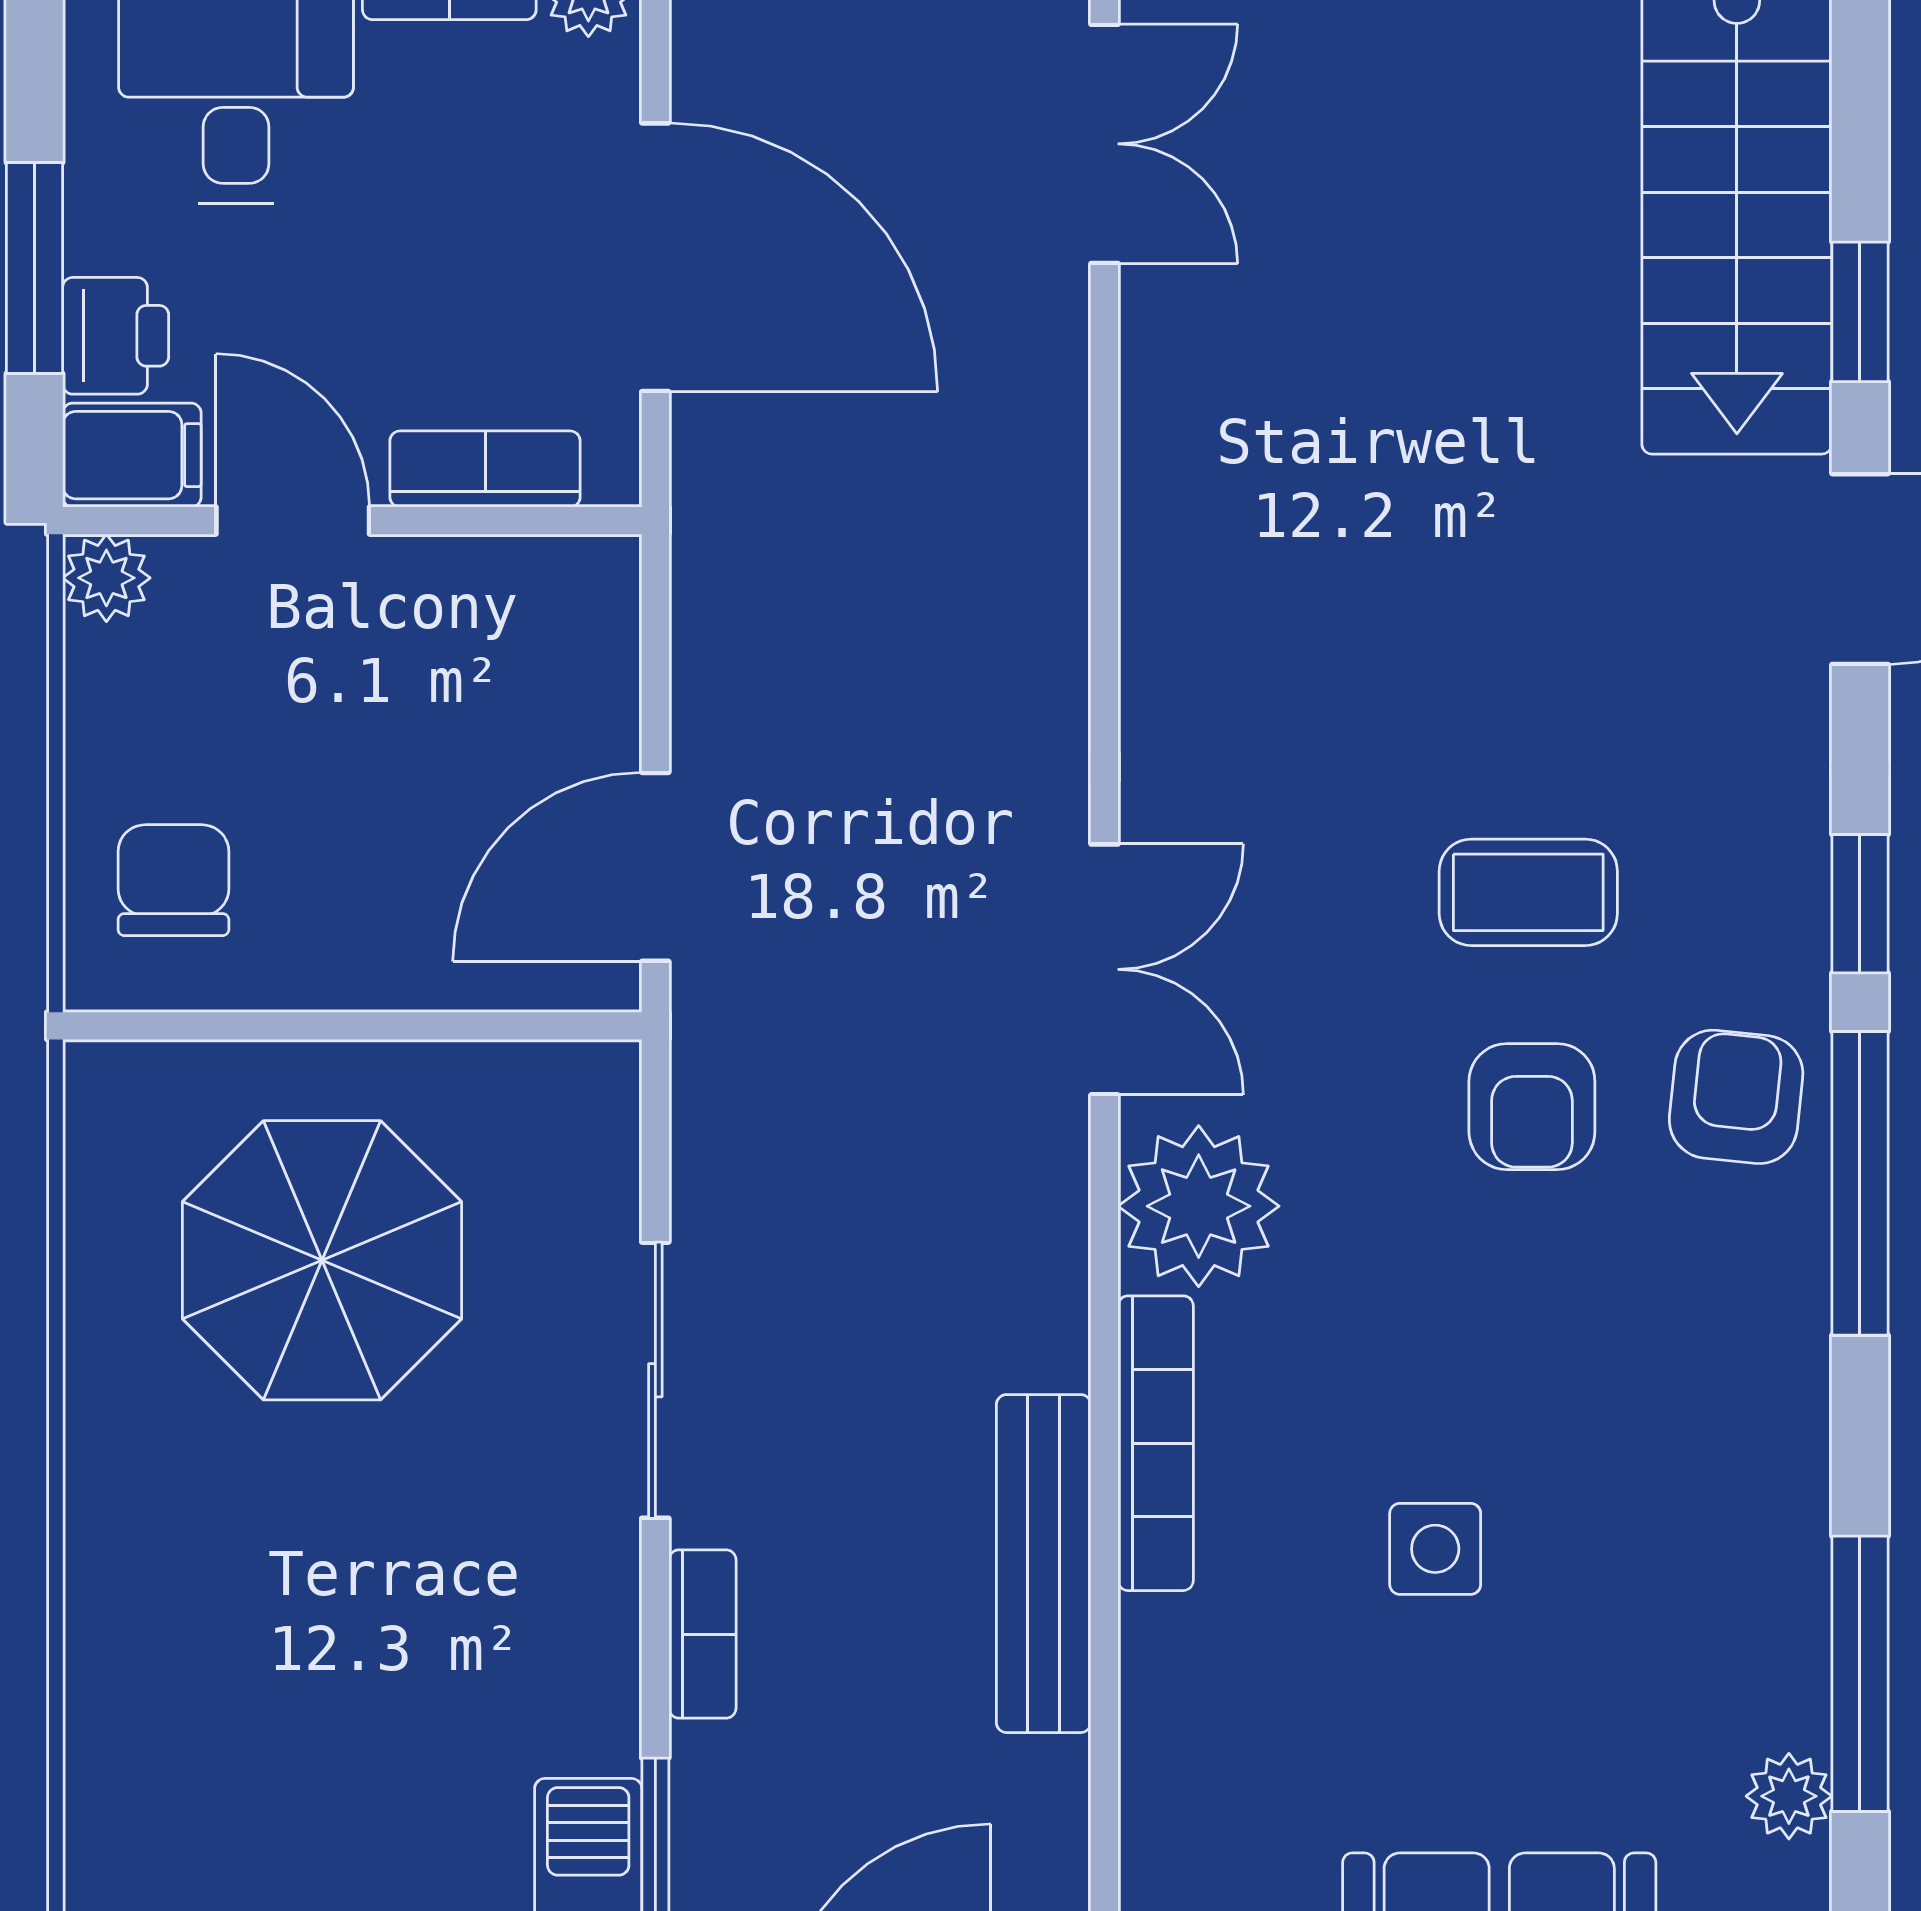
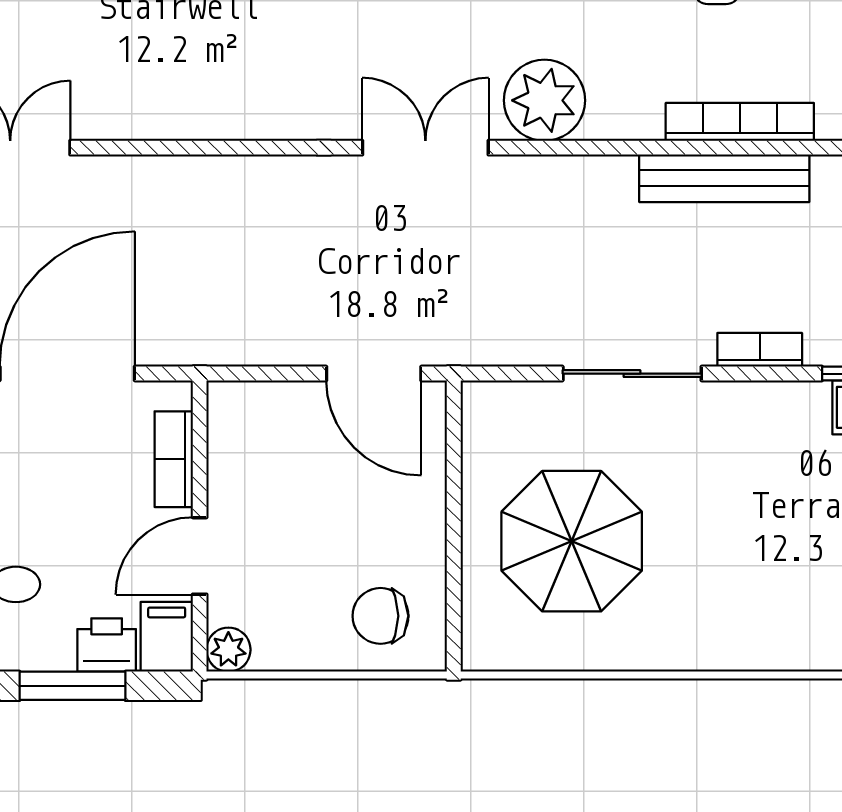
bookcase: (1156, 1443) -> (740, 122), moved

